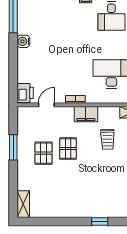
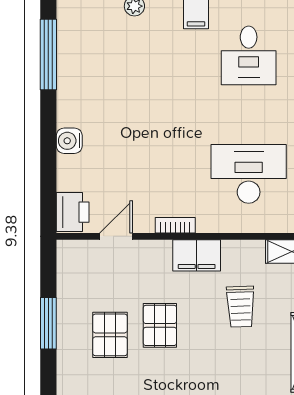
water cooler: (23, 41) -> (69, 141), moved

